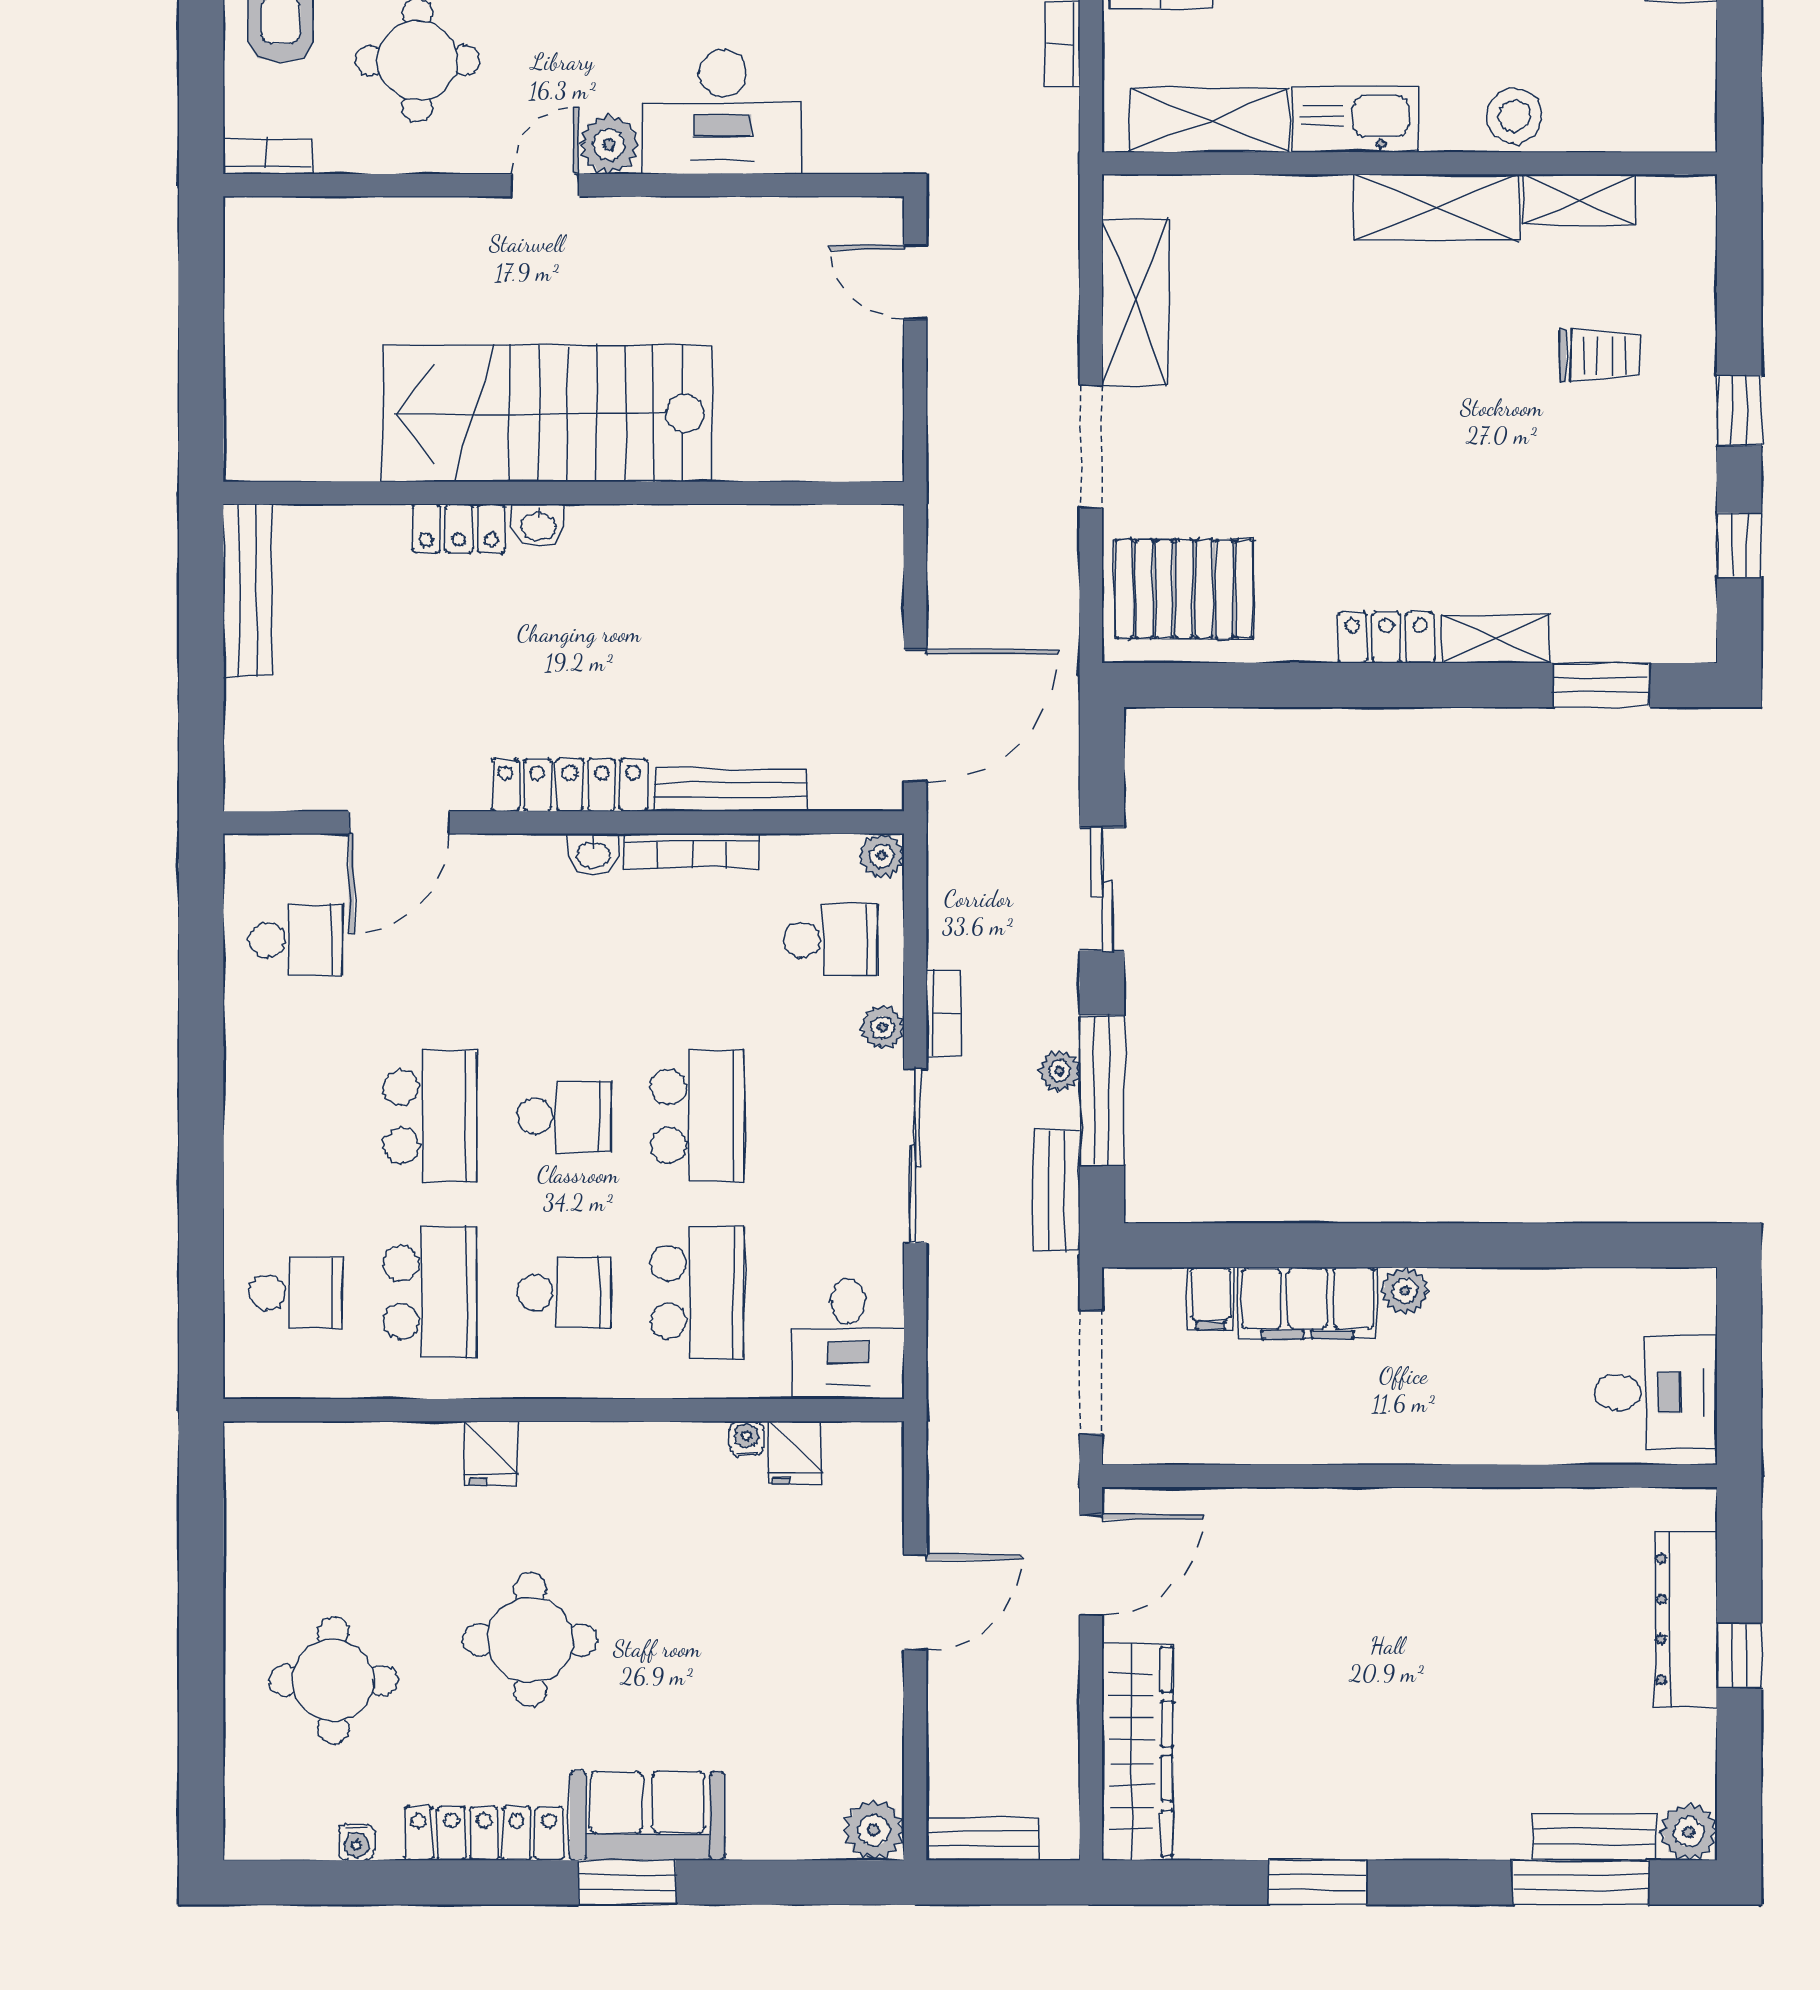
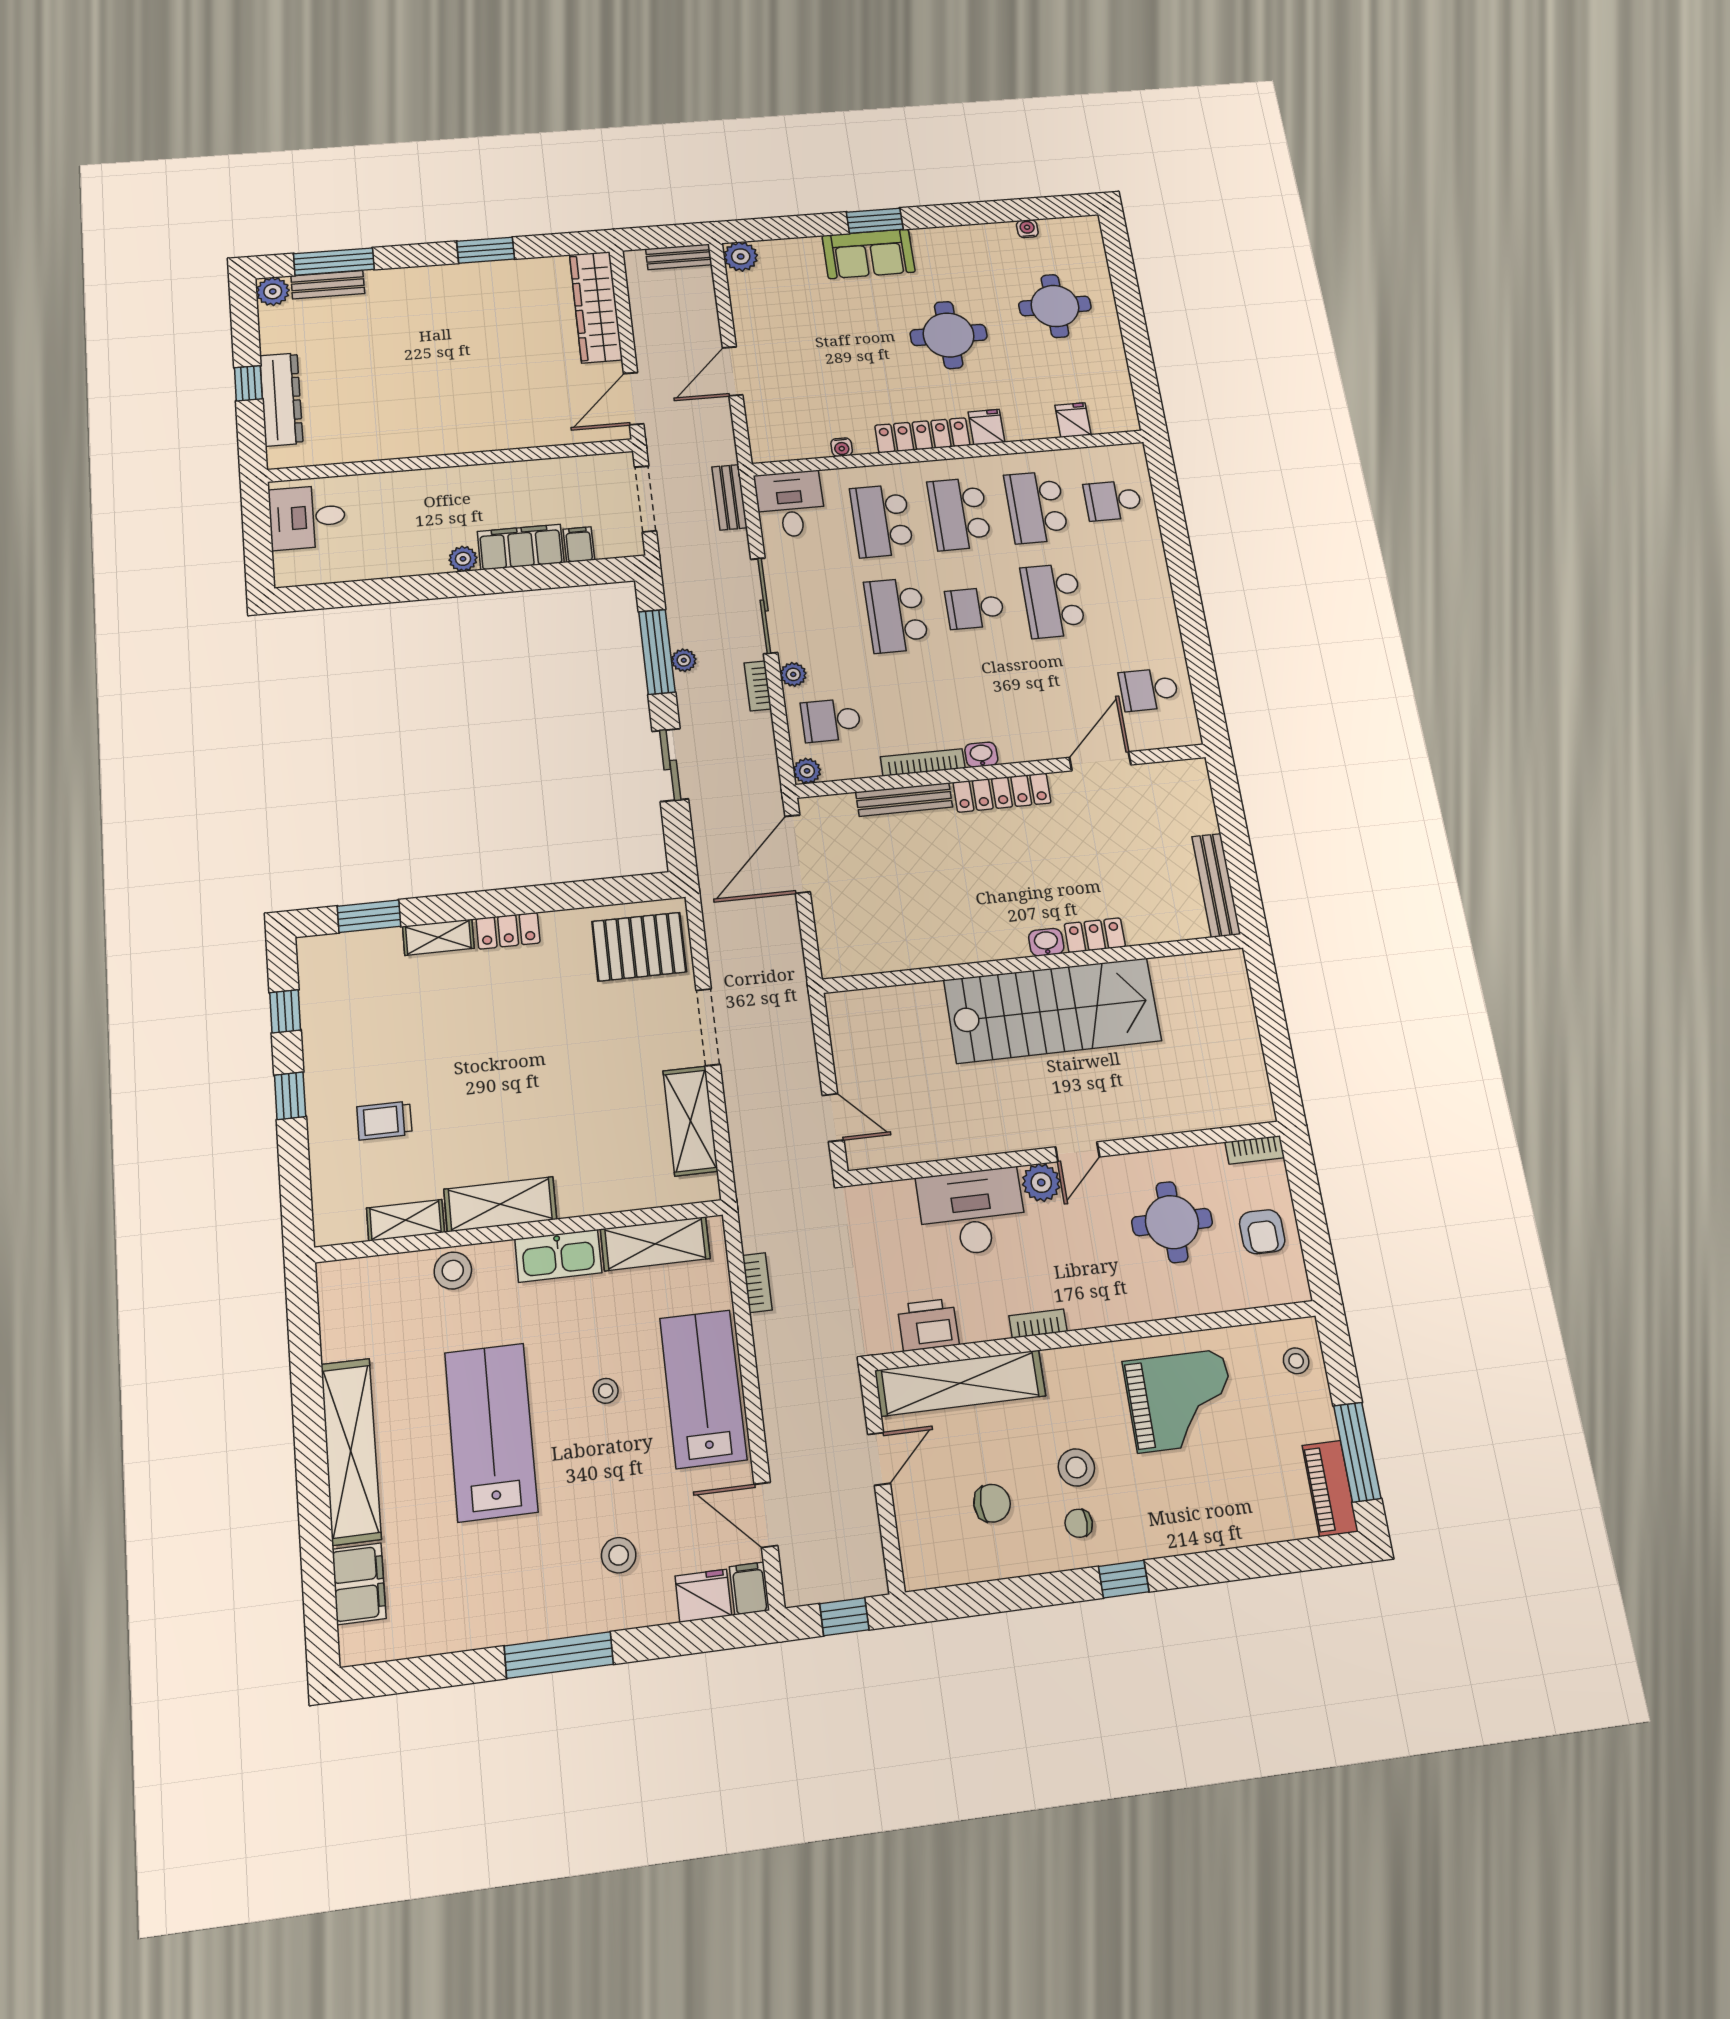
bench: (1057, 1190) -> (729, 497), moved
school desk: (564, 1293) -> (959, 514), width x1.85
fridge: (795, 1453) -> (1073, 420), moved
locker: (484, 1833) -> (922, 435), moved, turned 180

